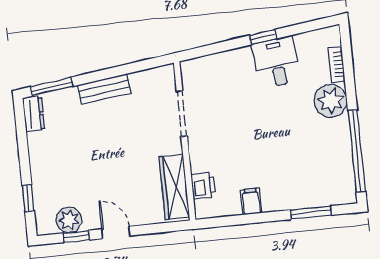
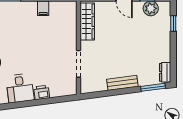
window: (263, 37) -> (27, 104), removed
printer: (203, 186) -> (42, 92), moved, turned 83

